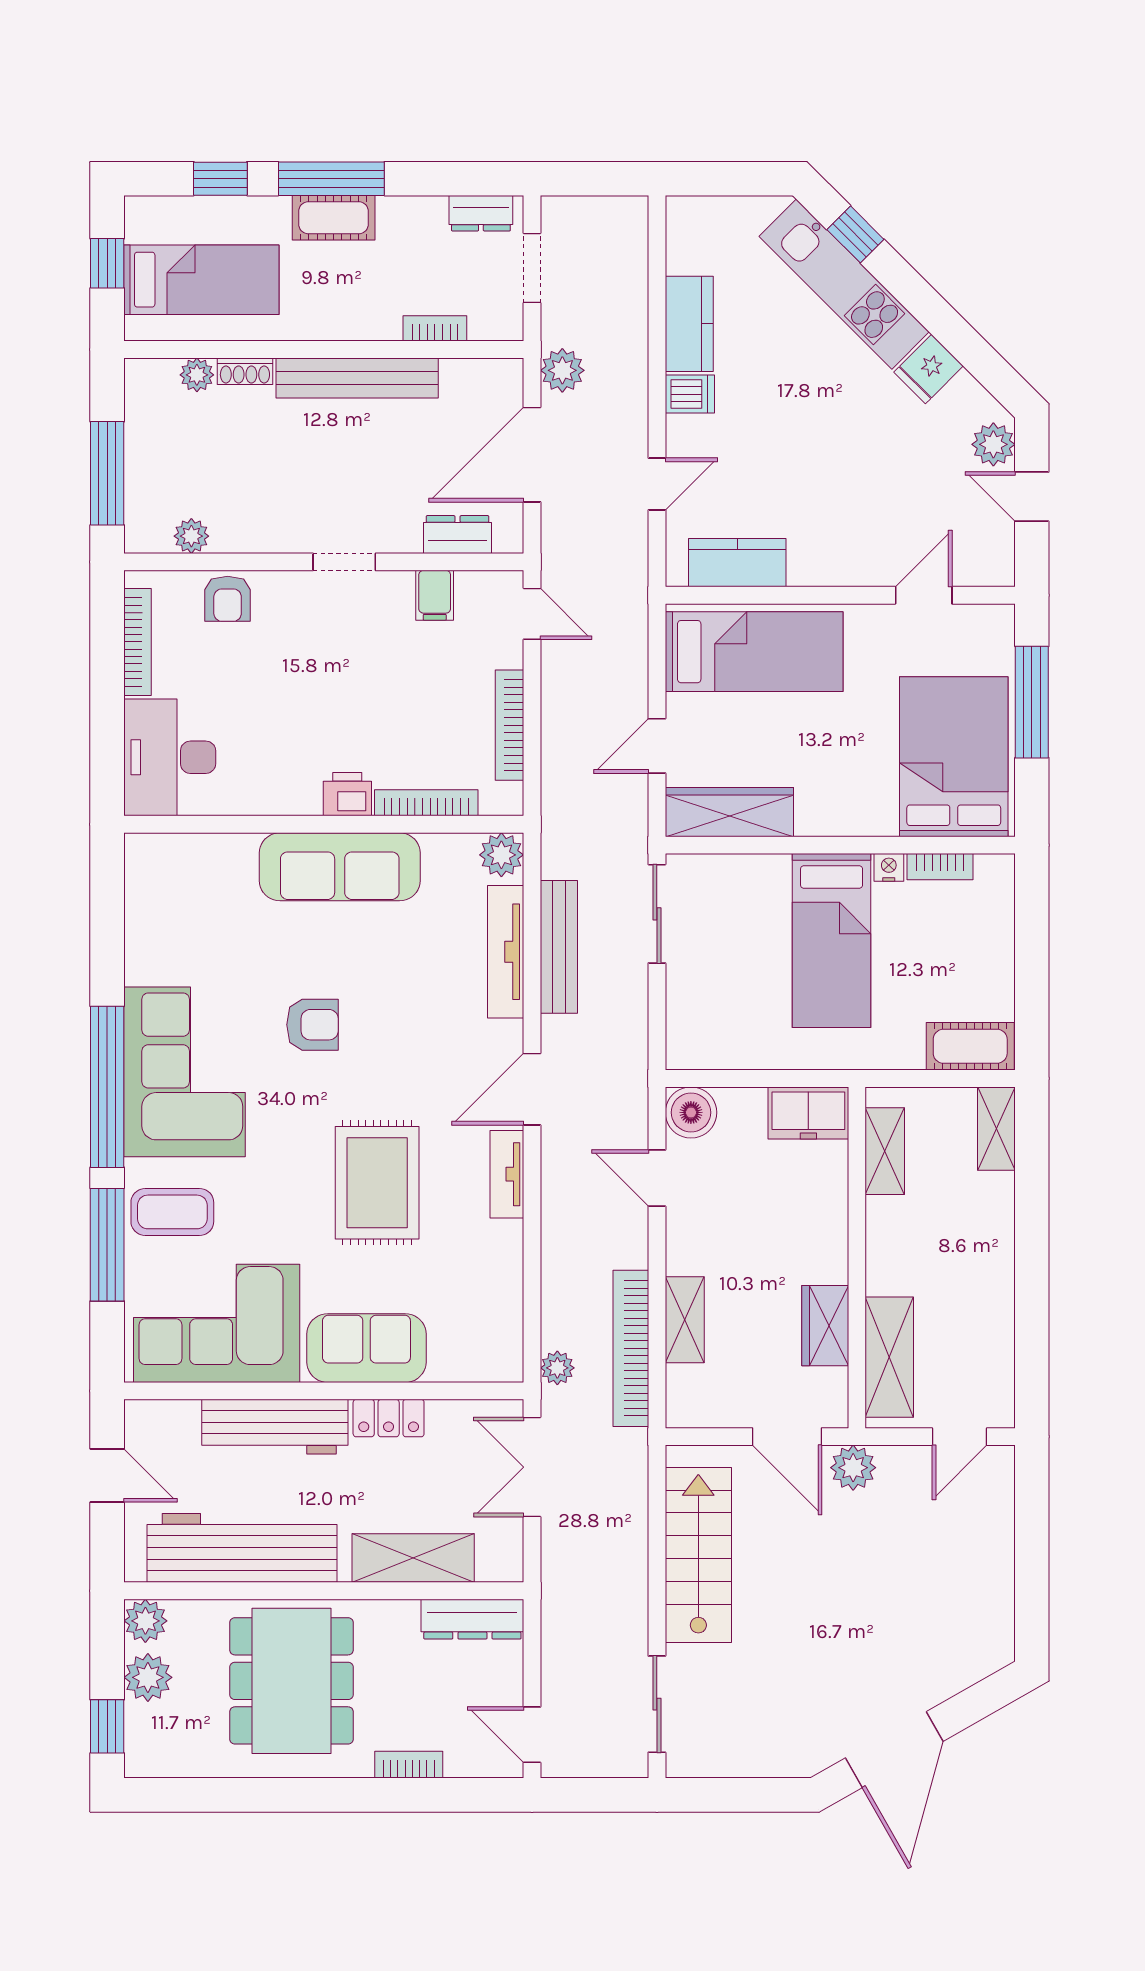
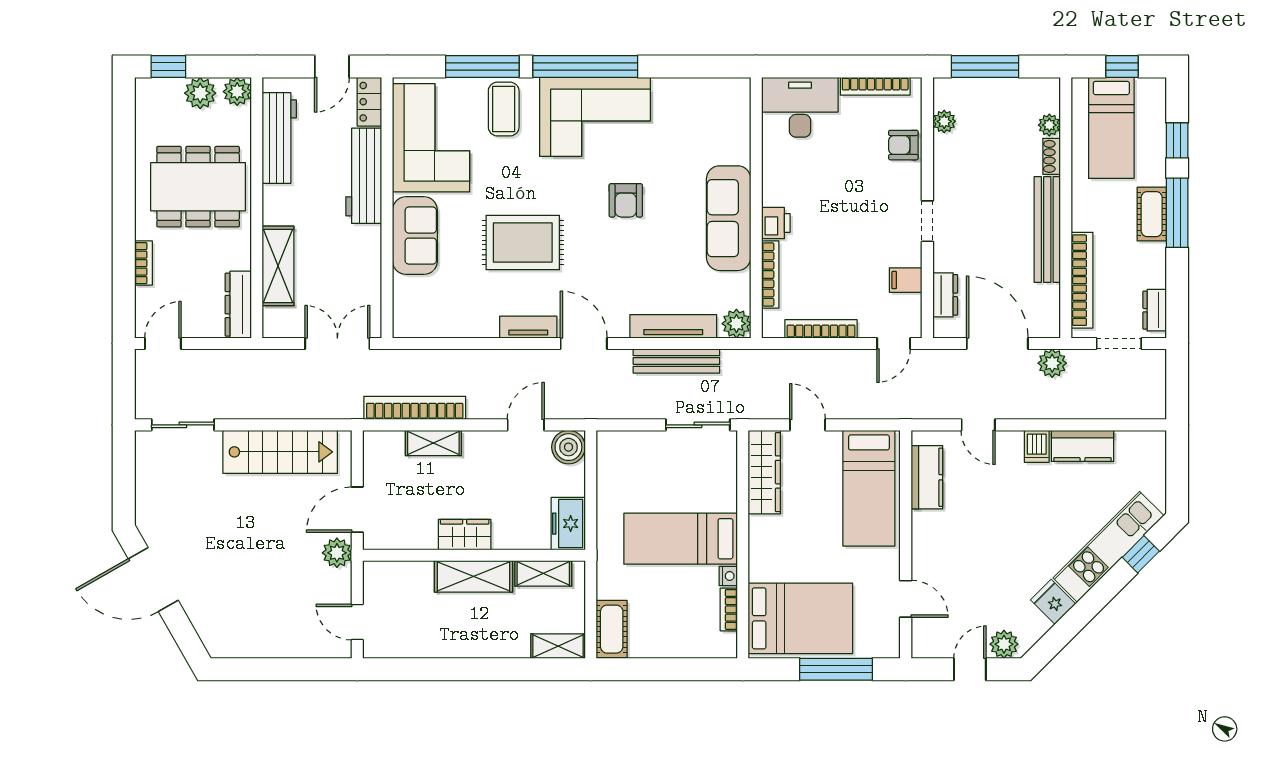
bookcase: (435, 328) -> (1082, 280), width x2.31, depth x1.31
wardrobe: (825, 1326) -> (465, 535), moved
shelving: (889, 1357) -> (474, 576), moved
plant: (557, 1368) -> (402, 360), removed
locker: (389, 1418) -> (369, 102), moved
workbench: (242, 1548) -> (279, 138), width x0.73, depth x0.76

